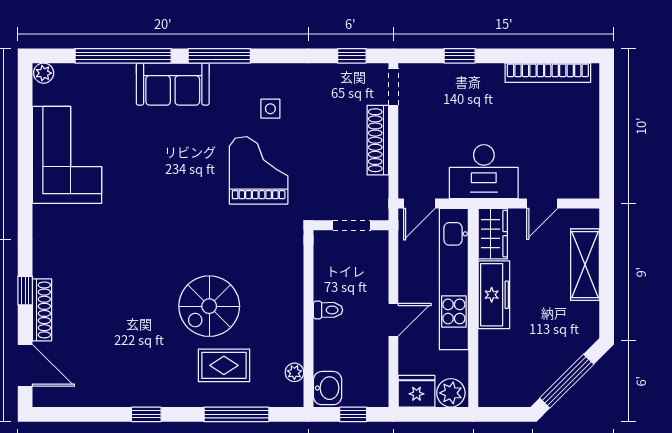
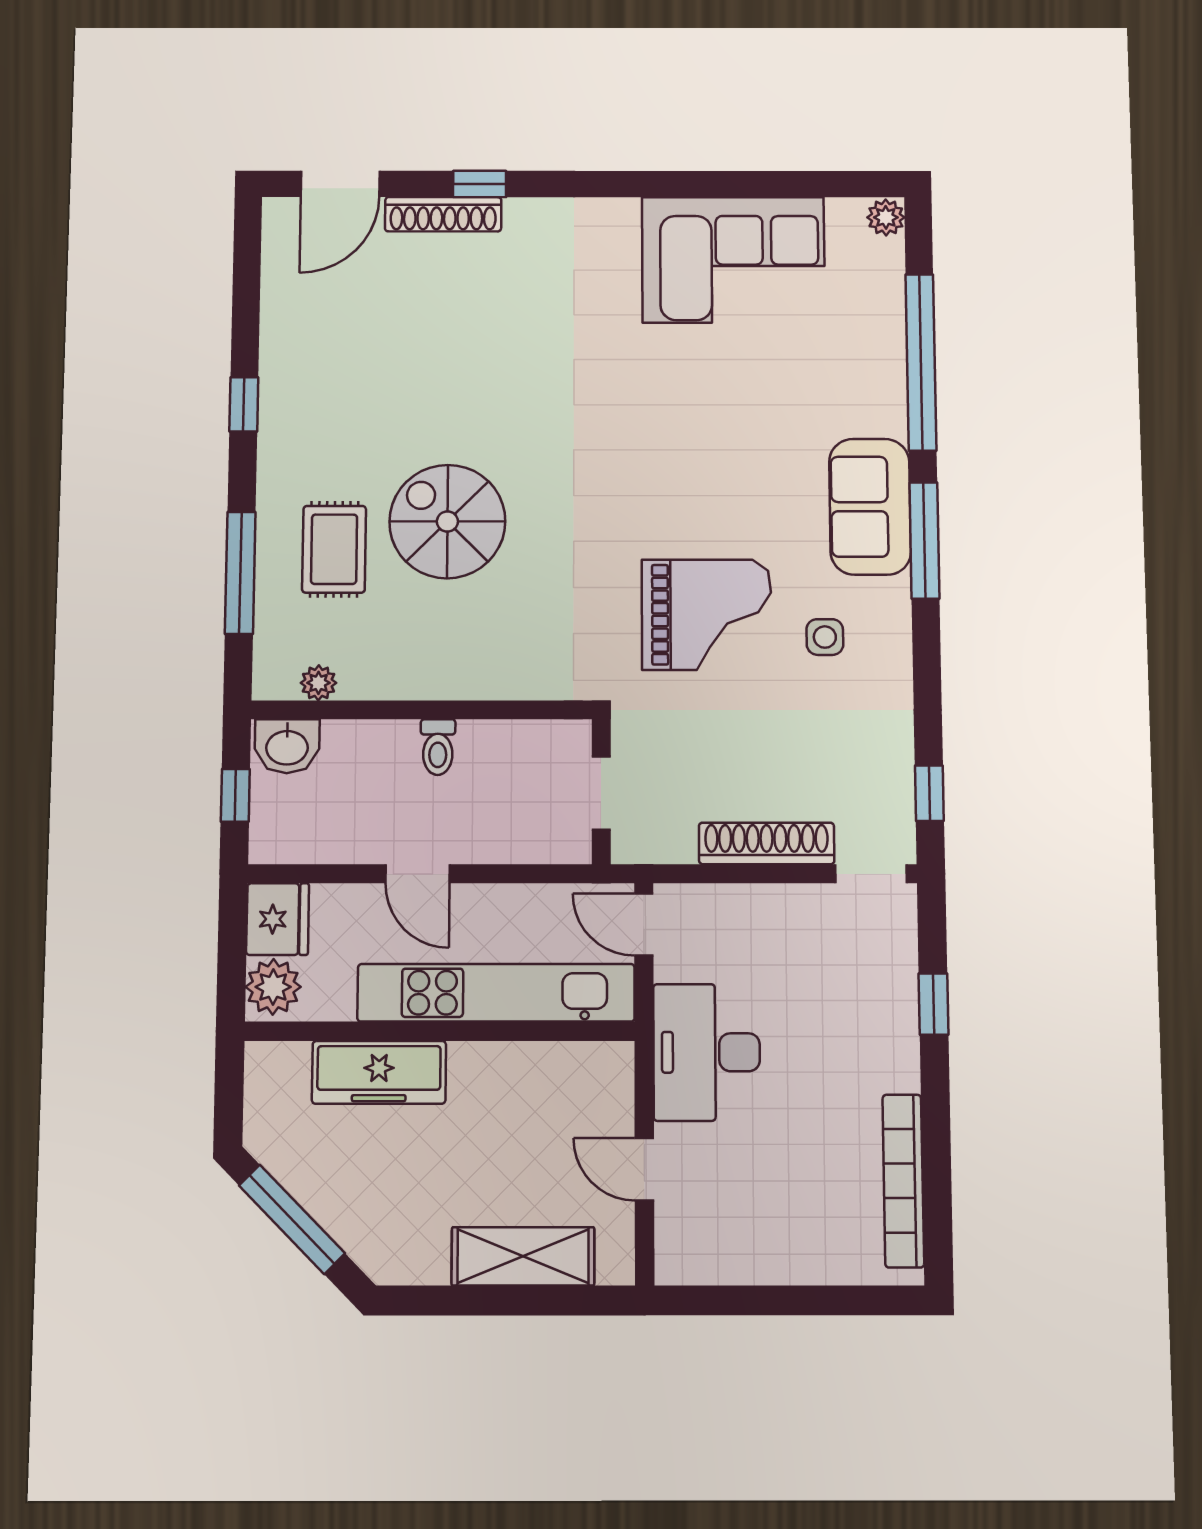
sofa: (173, 84) -> (870, 507), moved
wardrobe: (493, 234) -> (585, 1070), removed
freezer: (494, 295) -> (379, 1072), moved

